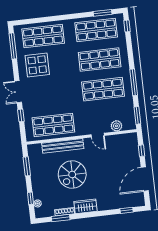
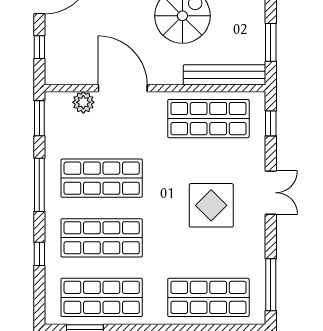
window: (127, 26) -> (39, 254), moved
display table: (37, 65) -> (211, 205), moved
window: (21, 115) -> (271, 123), moved
door: (98, 135) -> (123, 88), width x1.87
bench: (63, 146) -> (224, 75), moved

